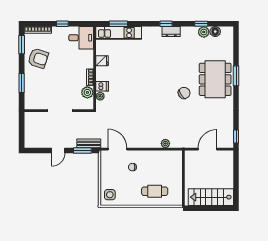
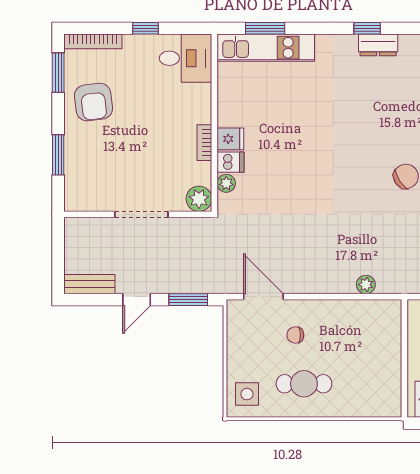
armchair: (38, 58) -> (93, 102), turned 65
fridge: (102, 61) -> (230, 139), moved
plant: (87, 92) -> (199, 199), moved
bench: (89, 143) -> (89, 284), moved
cafe table: (155, 191) -> (304, 384), moved

